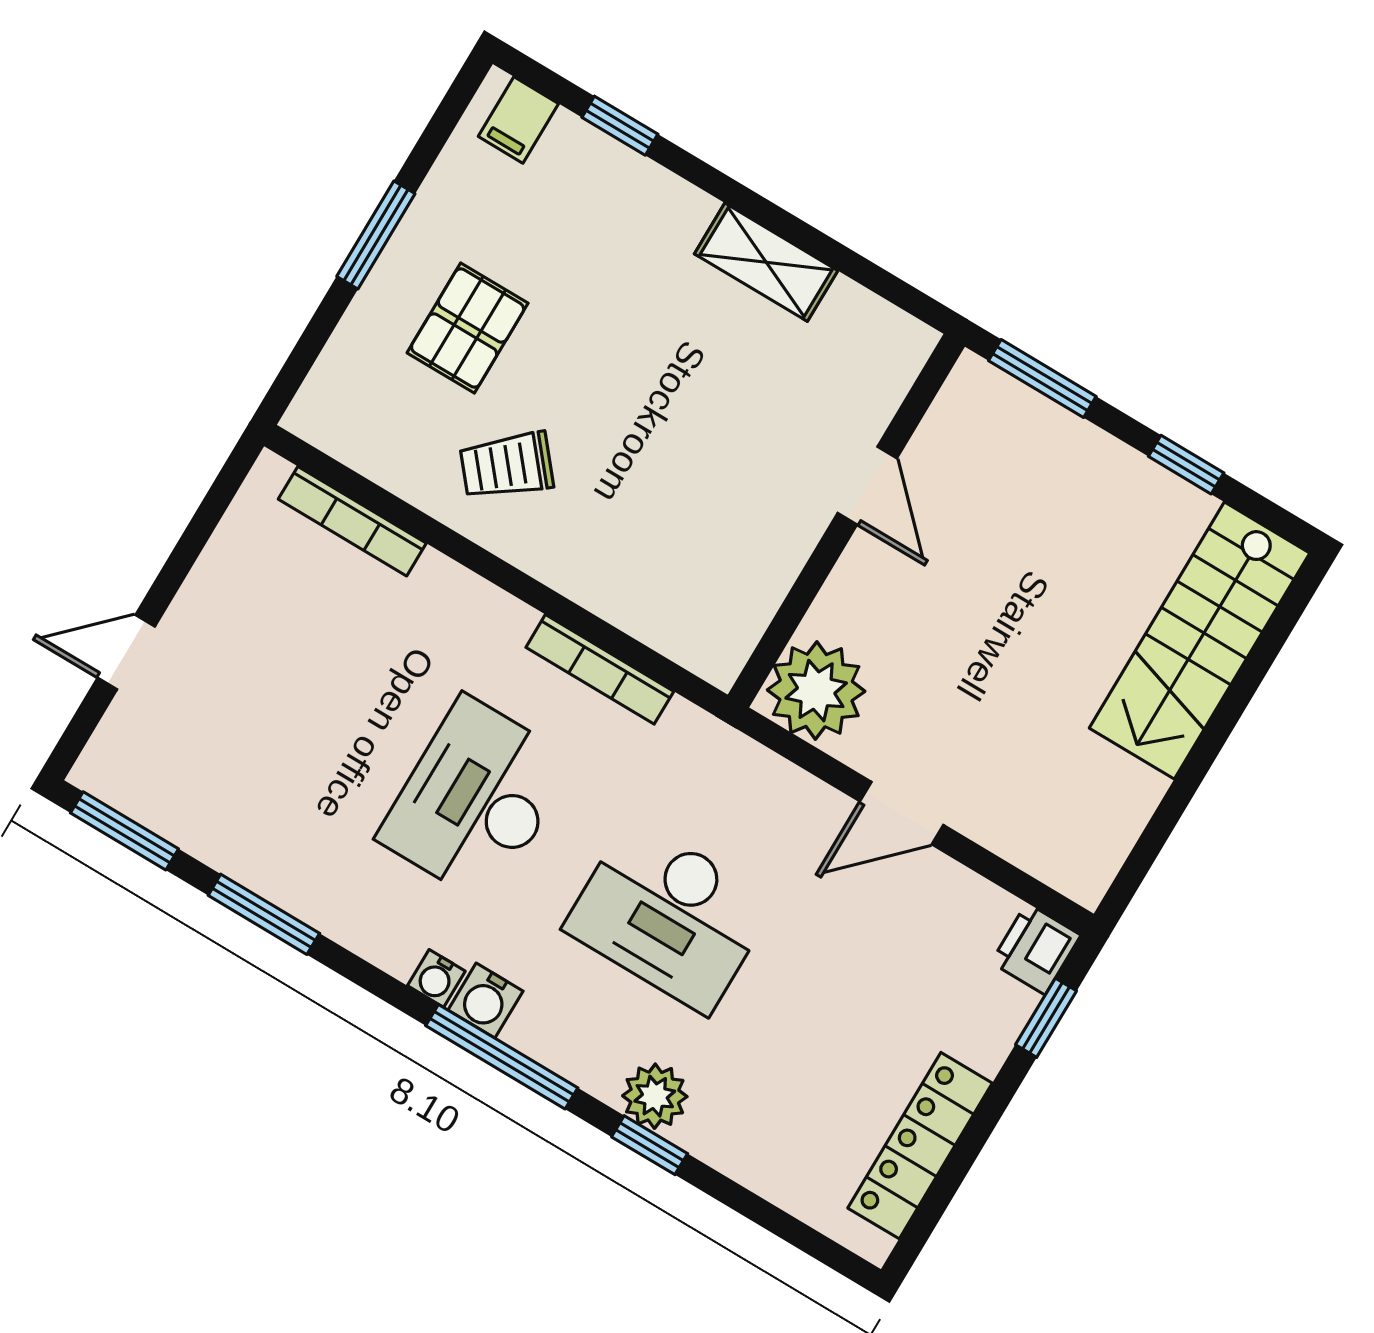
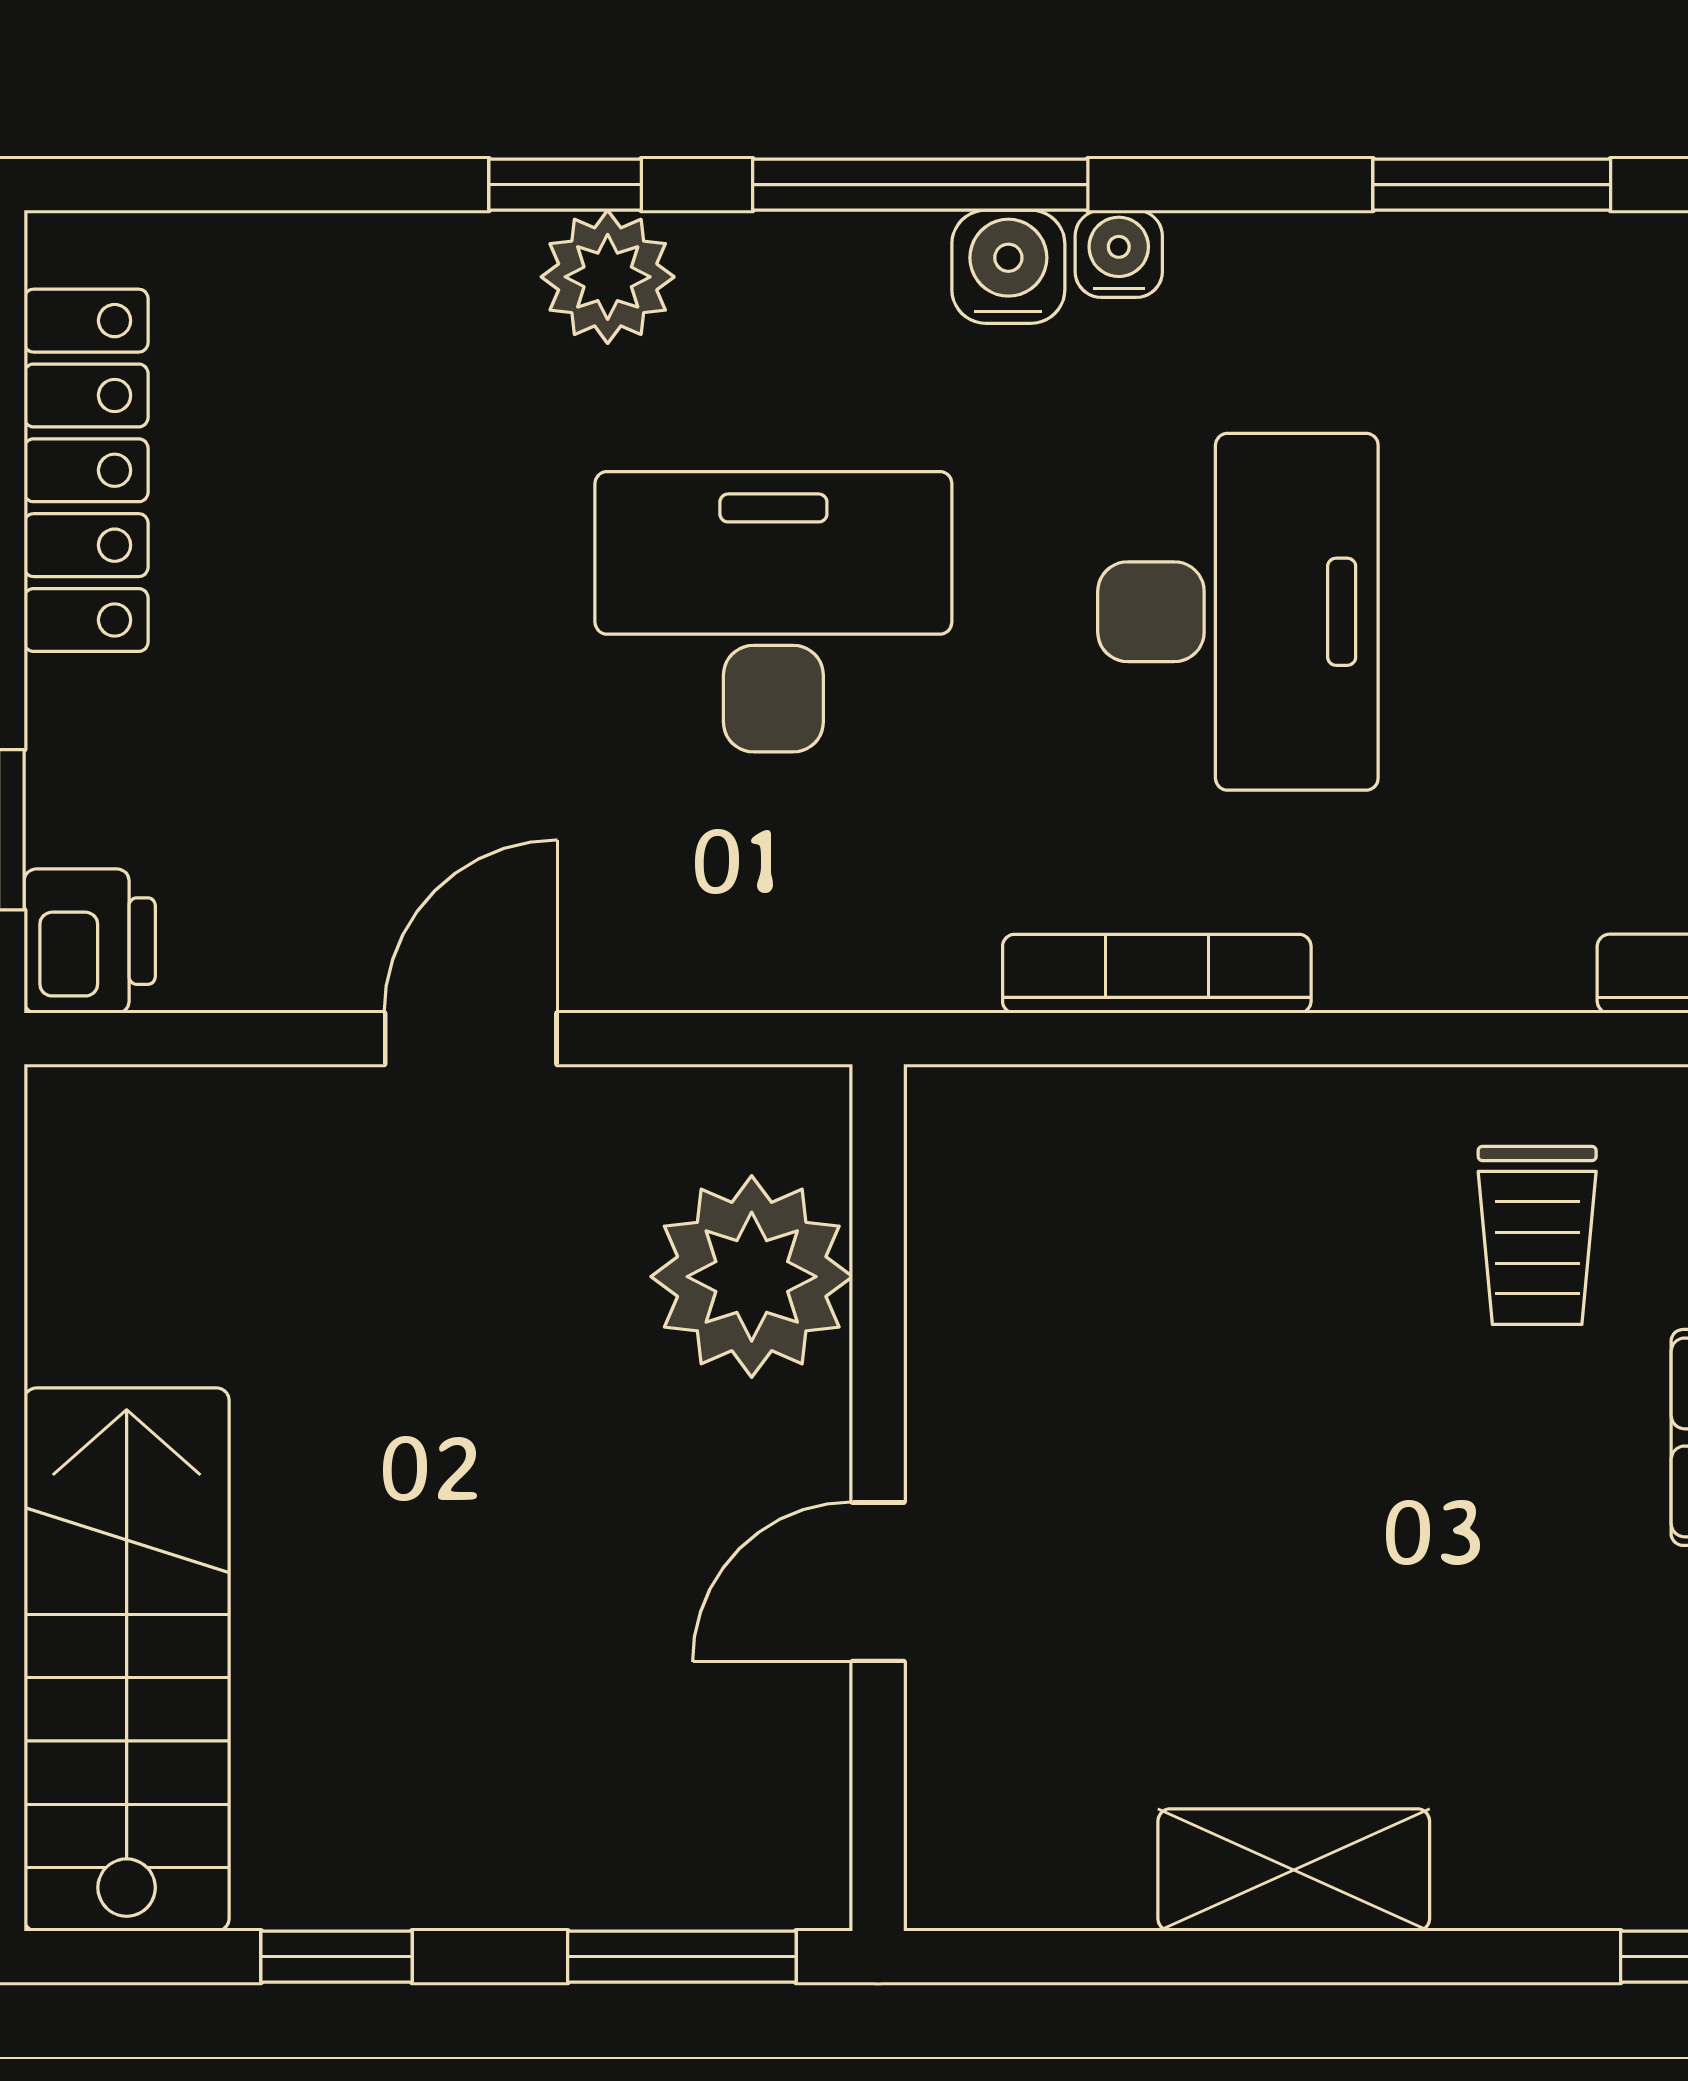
trolley: (507, 466) -> (1537, 1235), turned 130
door: (867, 486) -> (878, 1582), hinge flipped
plant: (816, 691) -> (752, 1277), moved

